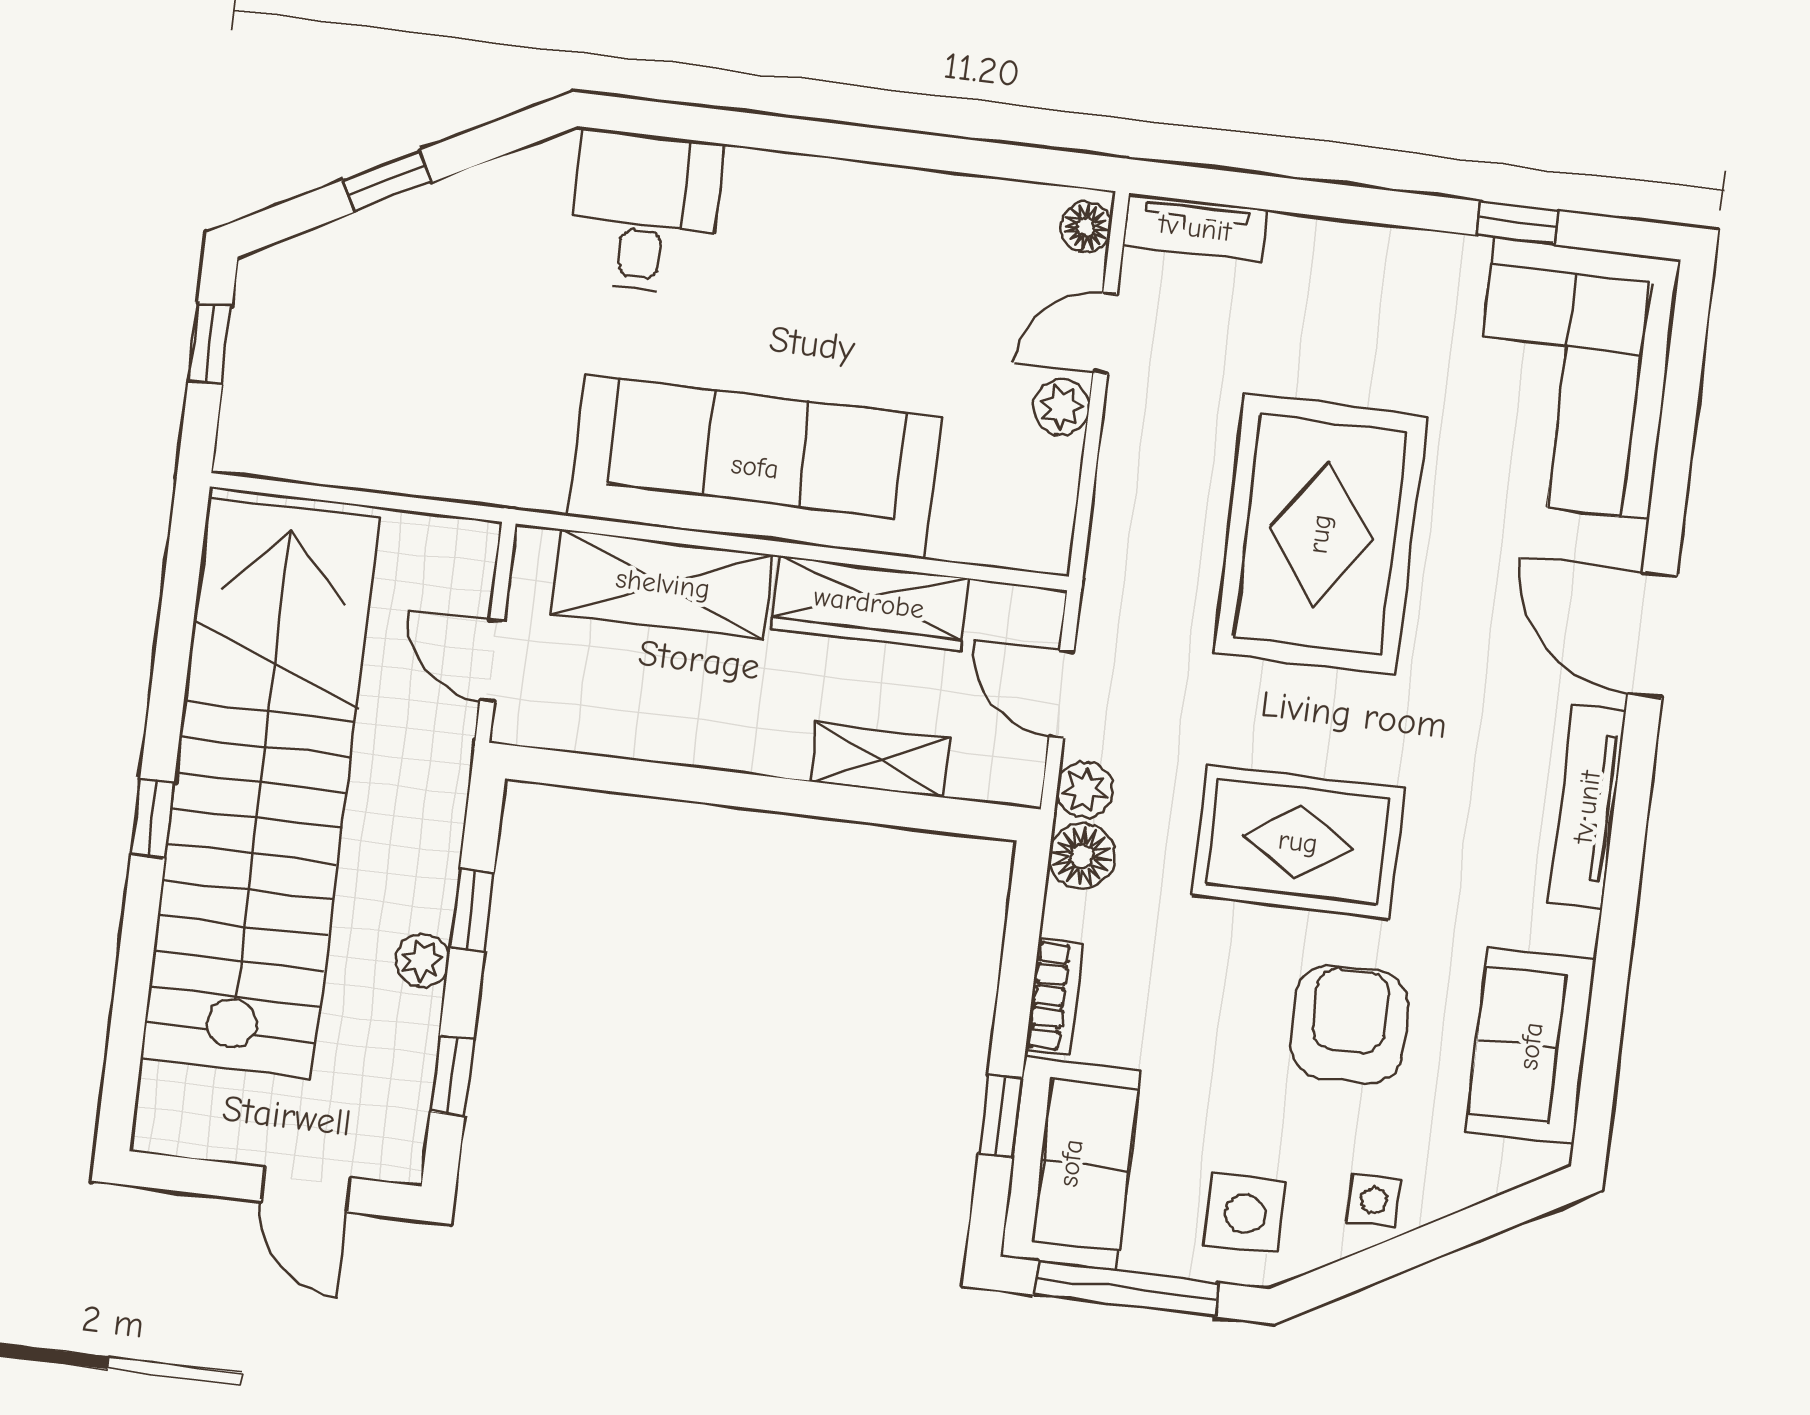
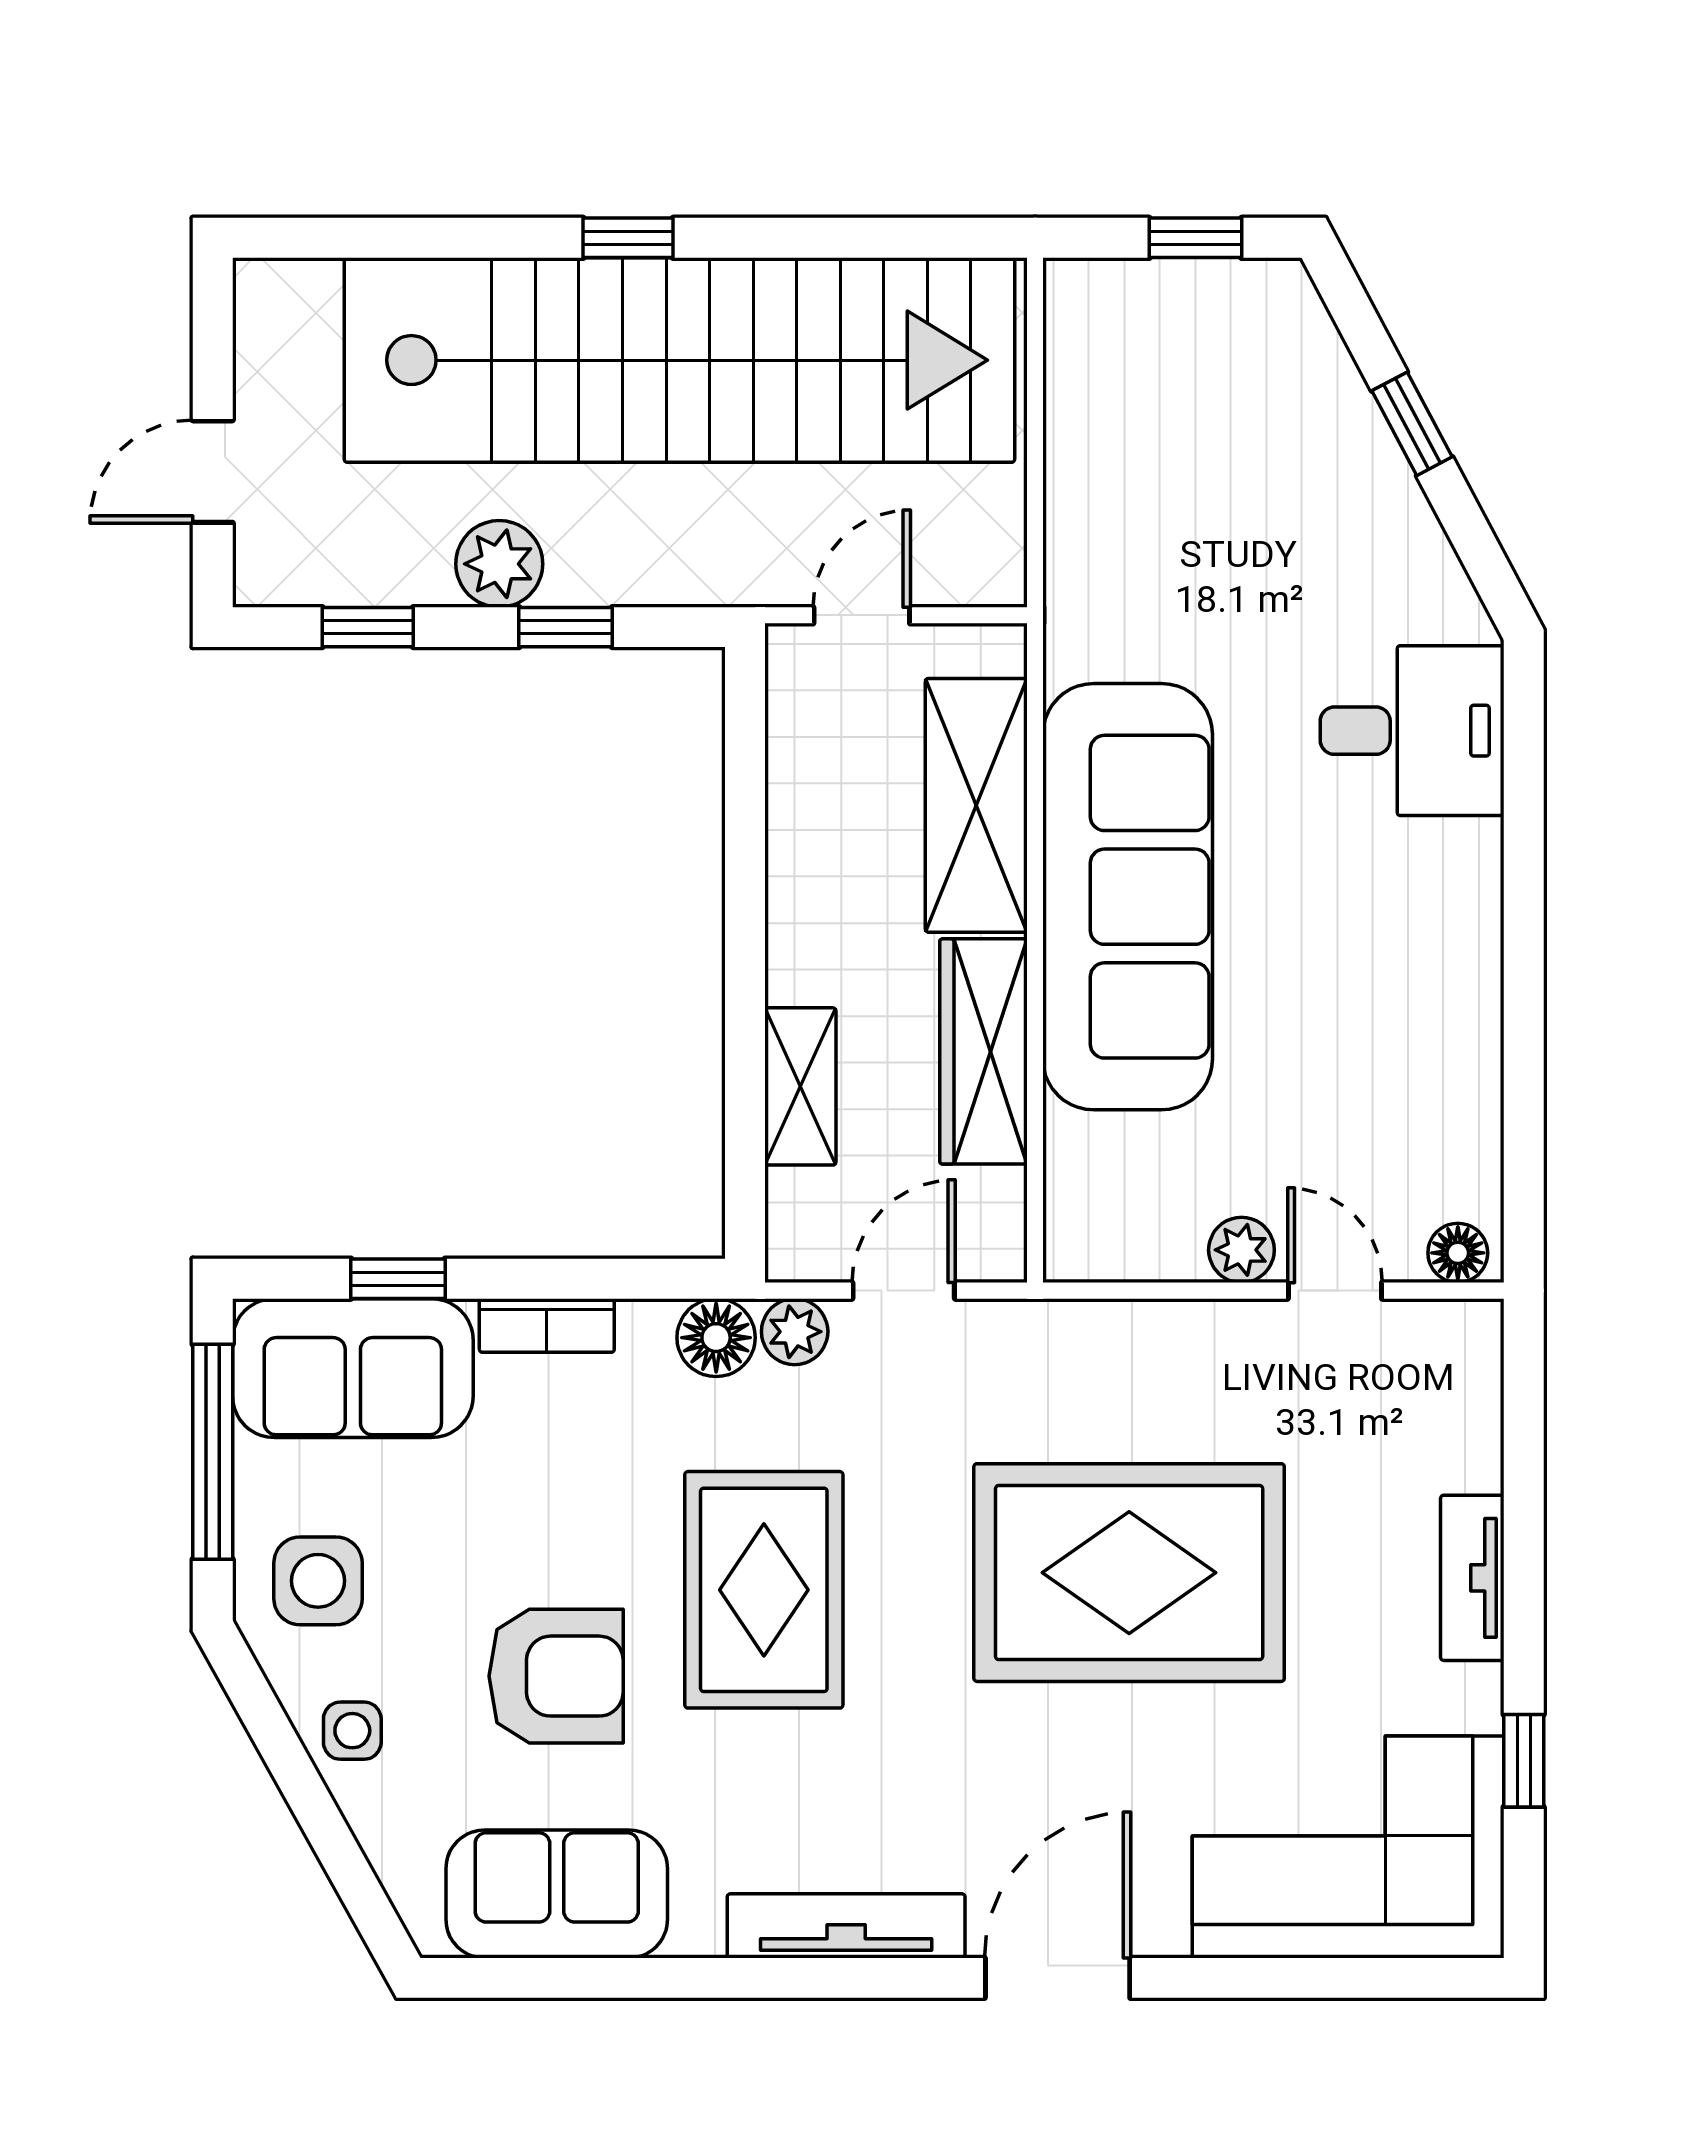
tv unit: (1195, 228) -> (1472, 1578), moved
plant: (422, 960) -> (499, 564), width x1.38, depth x1.38

